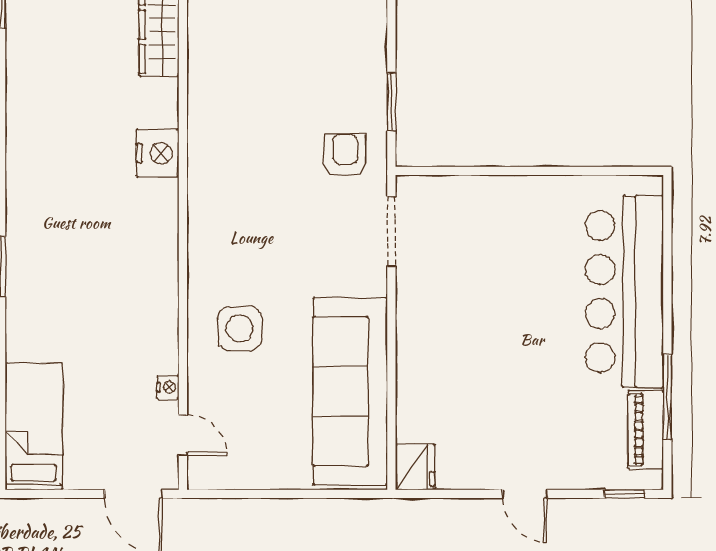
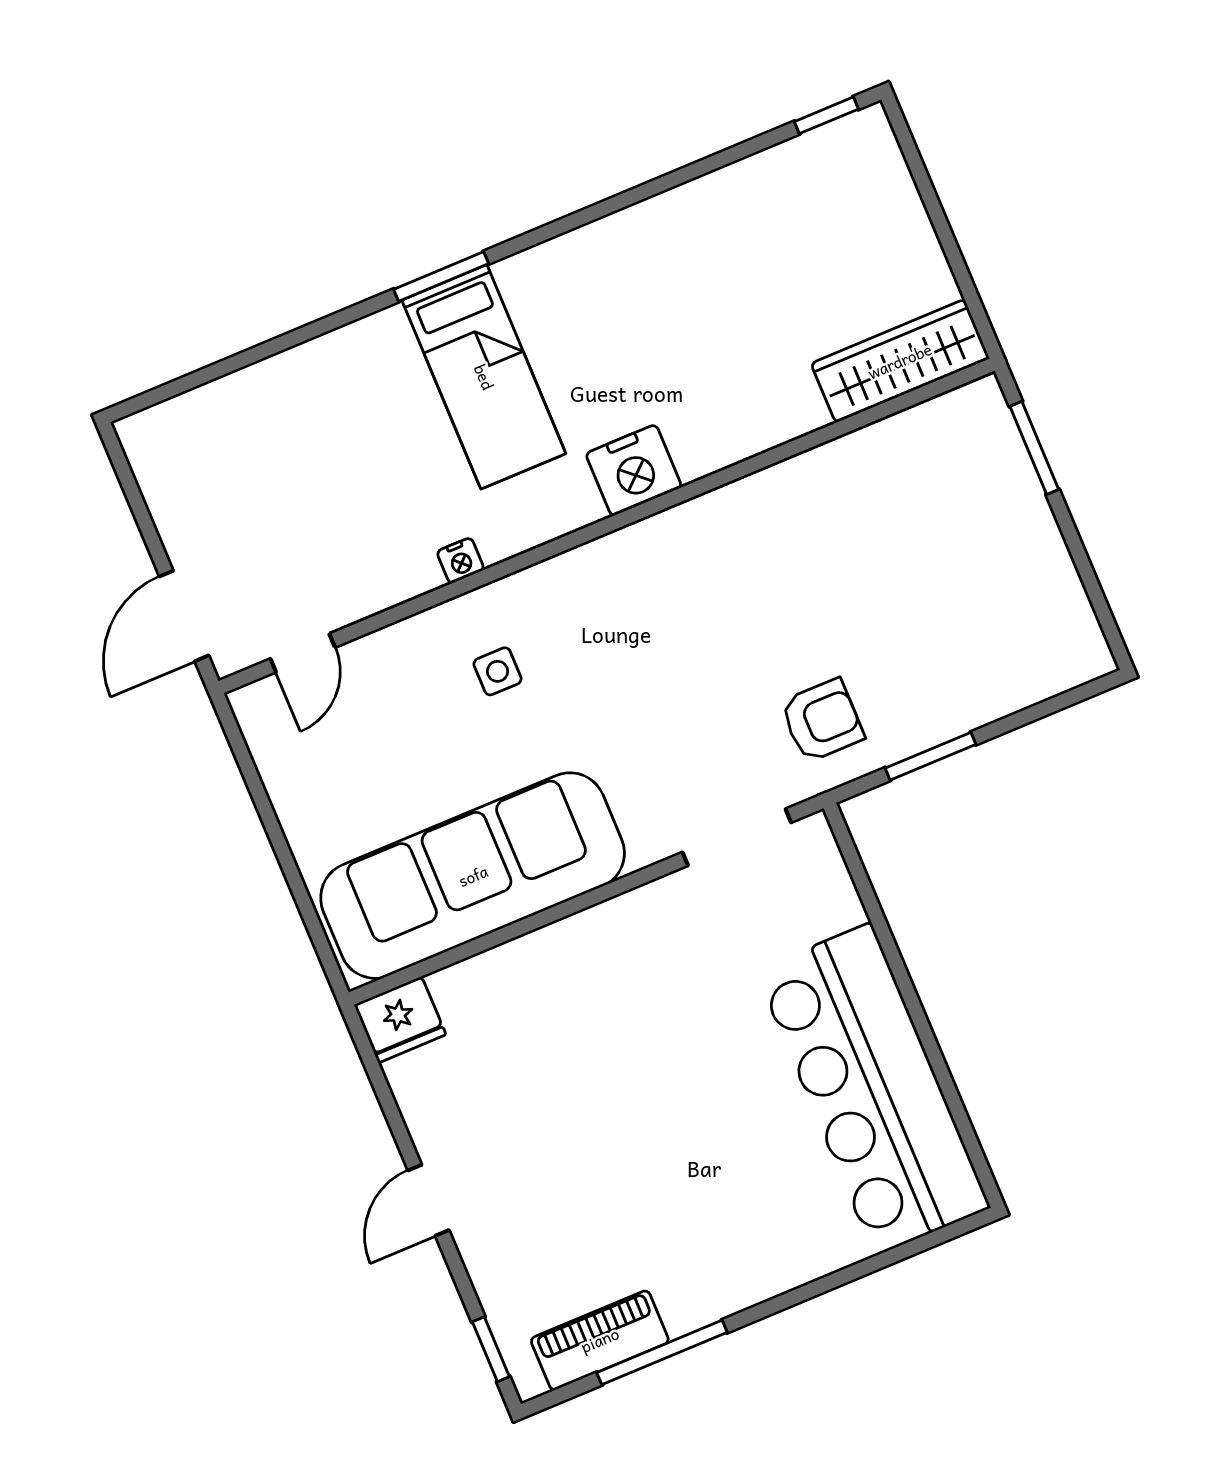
nightstand: (158, 153) -> (634, 470), moved
bar counter: (624, 292) -> (873, 1089), moved, turned -90
side table: (240, 328) -> (498, 671), width x0.54, depth x0.54
nightstand: (168, 387) -> (460, 561), moved
bed: (34, 427) -> (484, 377), moved, turned 90

